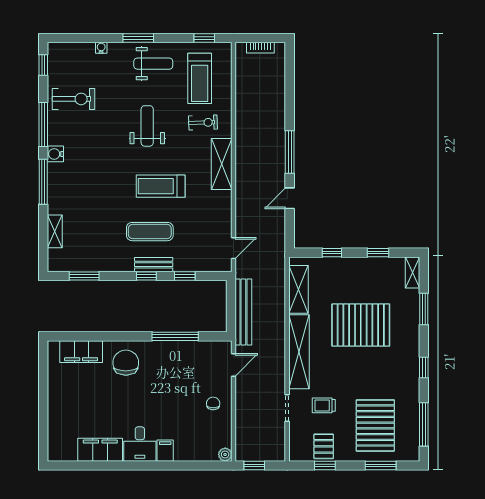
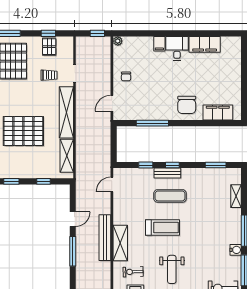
bench: (243, 312) -> (105, 238), moved

